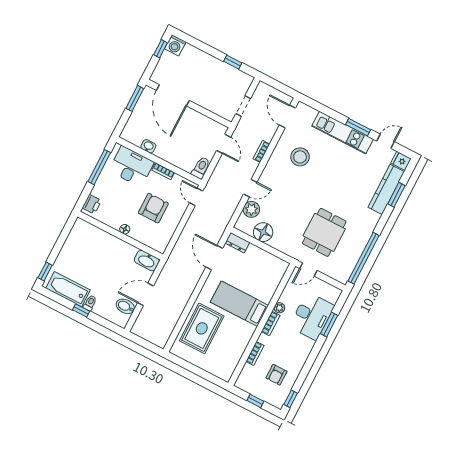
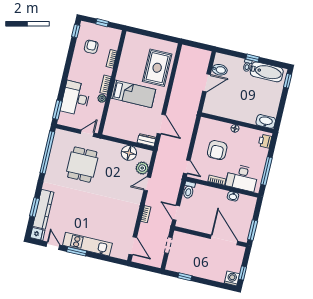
door: (386, 141) -> (53, 246), swing flipped
stool: (300, 157) -> (115, 217), removed
washbasin: (147, 260) -> (266, 121), moved
window: (329, 325) -> (57, 110), moved

